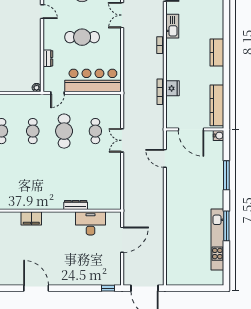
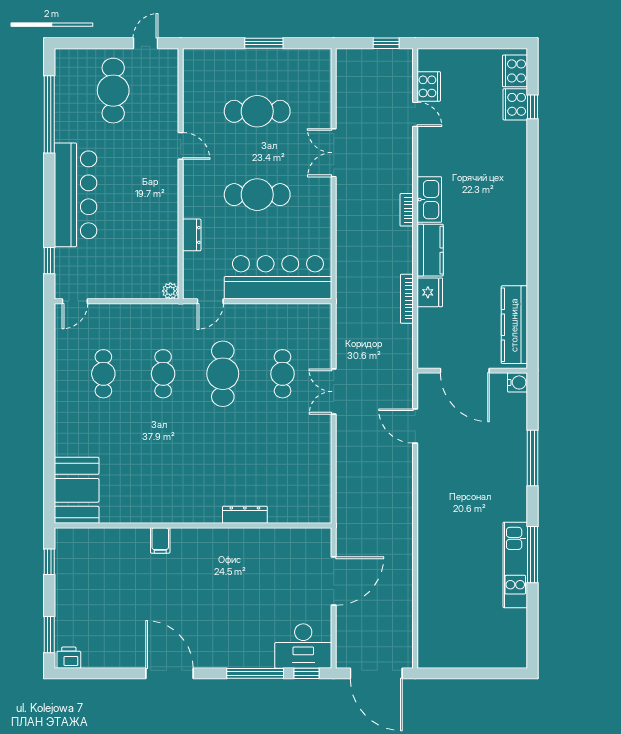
kitchen sink: (172, 26) -> (429, 200), moved
kitchen counter: (217, 53) -> (430, 250), moved, turned 180
filing cabinet: (31, 218) -> (160, 540), width x0.50
desk: (91, 223) -> (303, 646), moved, turned 180
kitchen unit: (217, 239) -> (515, 565), width x0.73
window: (81, 288) -> (255, 673), added

